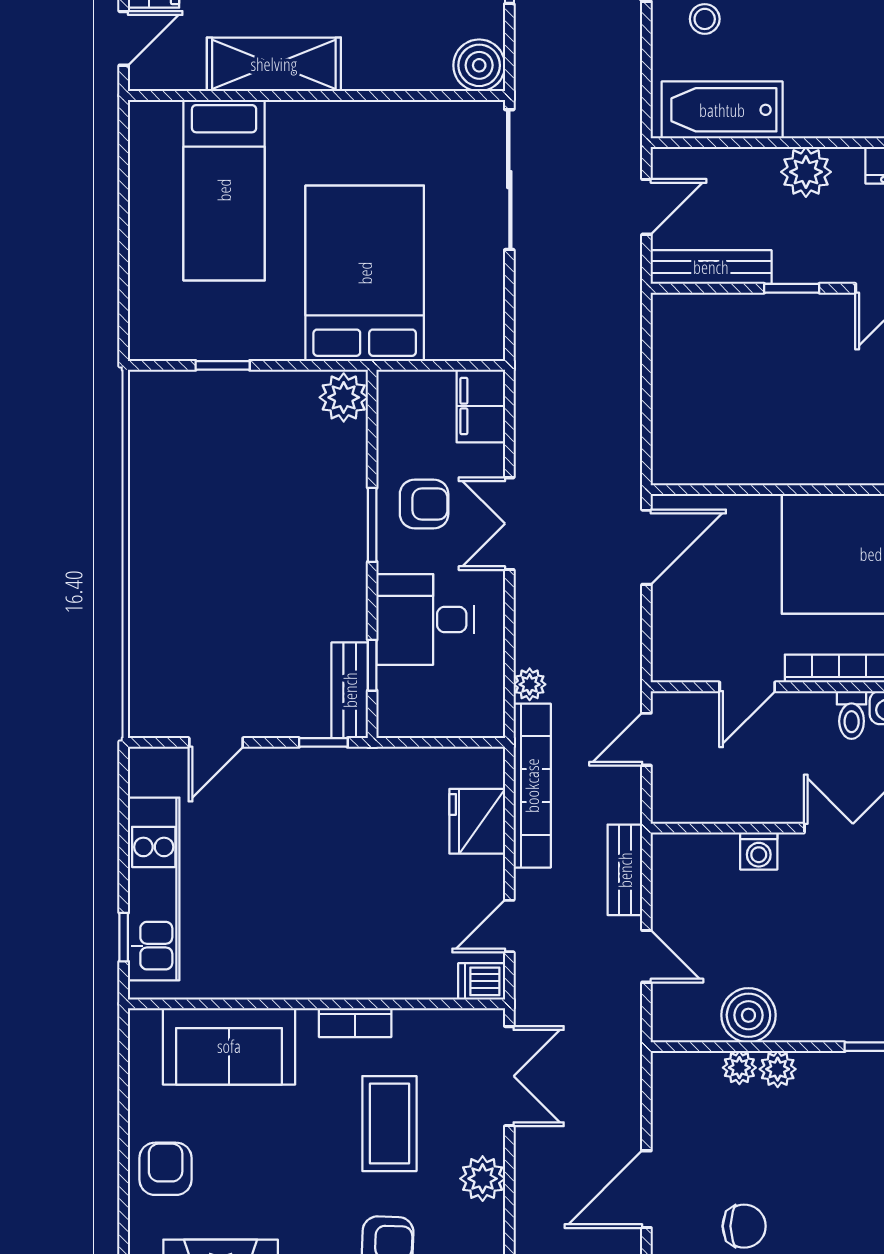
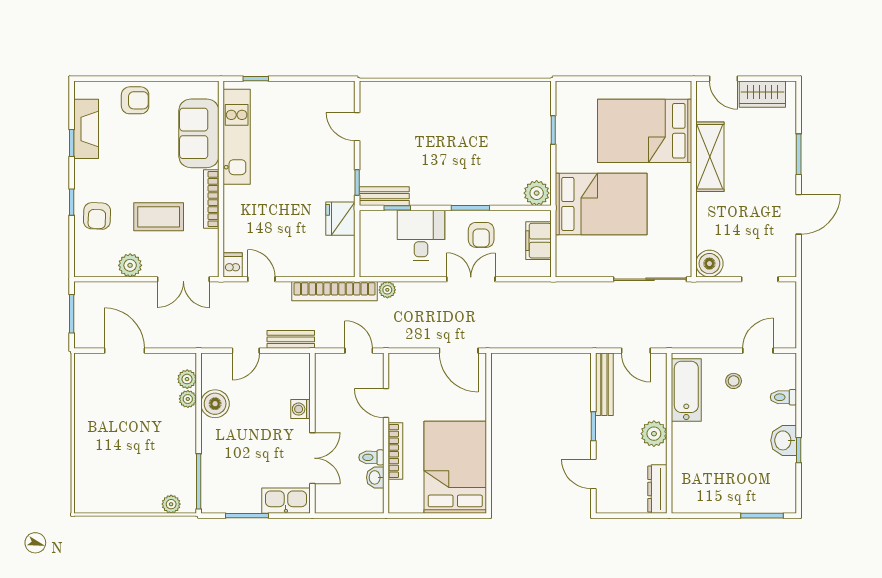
bed: (224, 190) -> (645, 131), width x1.50
filing cabinet: (481, 406) -> (538, 241), moved, turned -90
fridge: (477, 821) -> (340, 219), moved, turned -90
kitchen unit: (154, 889) -> (237, 137), moved, turned -90
bookcase: (355, 1023) -> (211, 199), width x1.56
plant: (778, 1069) -> (187, 379), moved
chair: (744, 1226) -> (105, 401), removed

